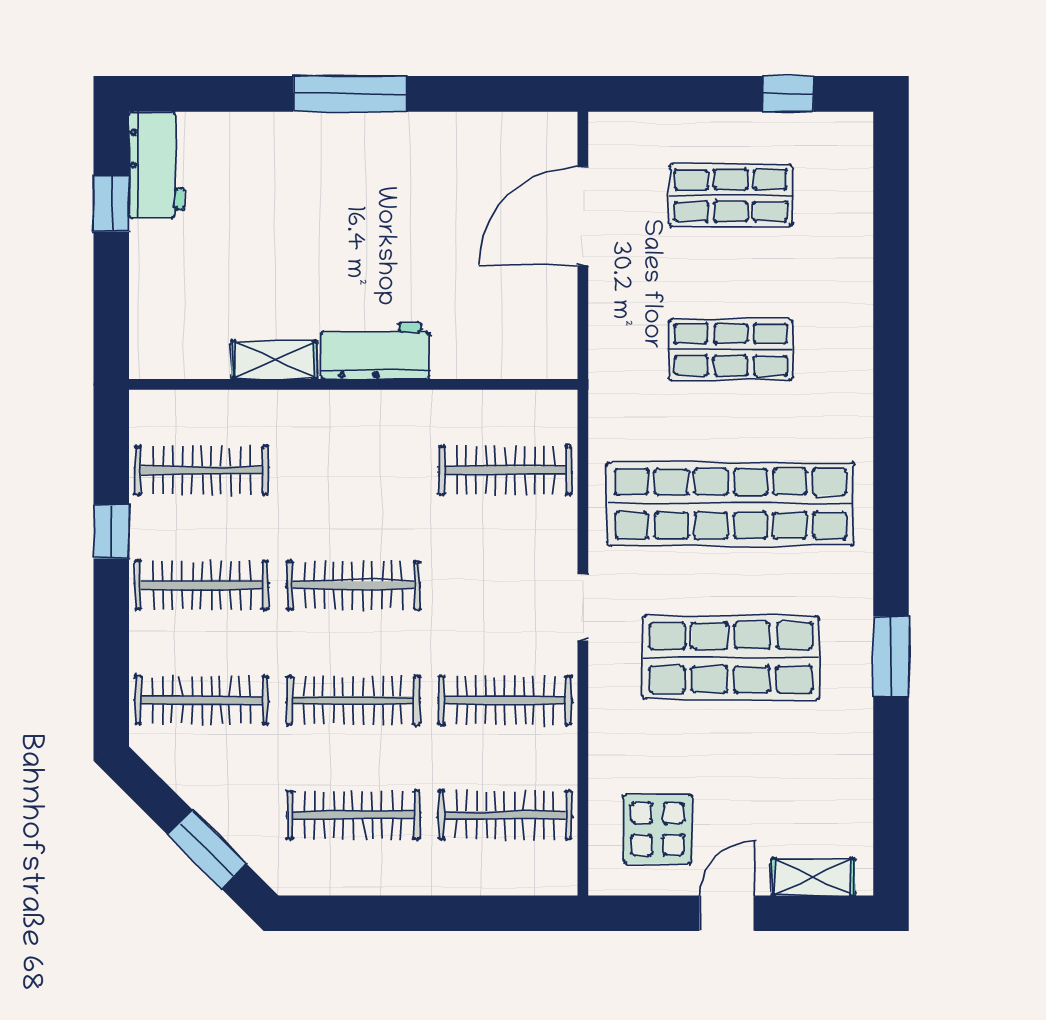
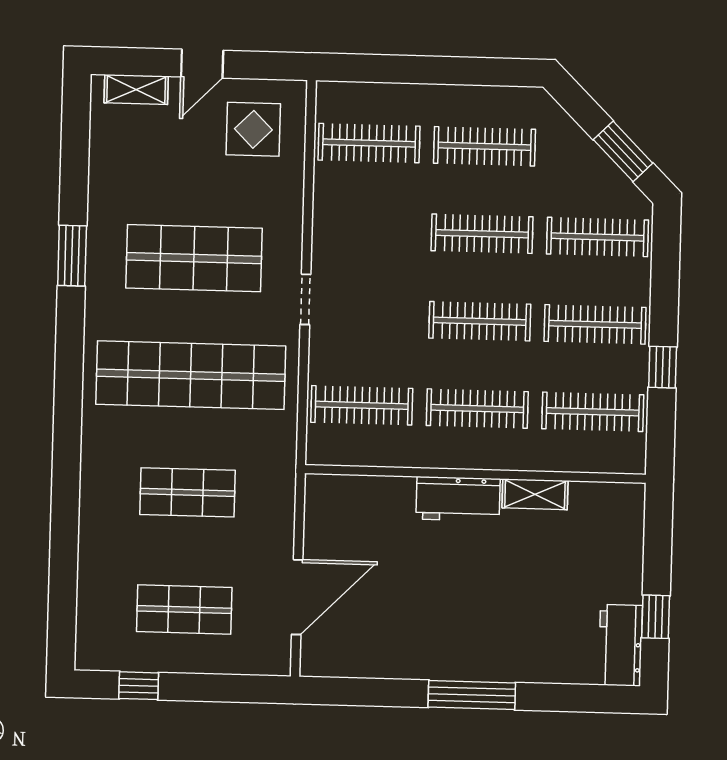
clothes rail: (505, 700) -> (477, 409), moved
window: (207, 849) -> (623, 151), moved

